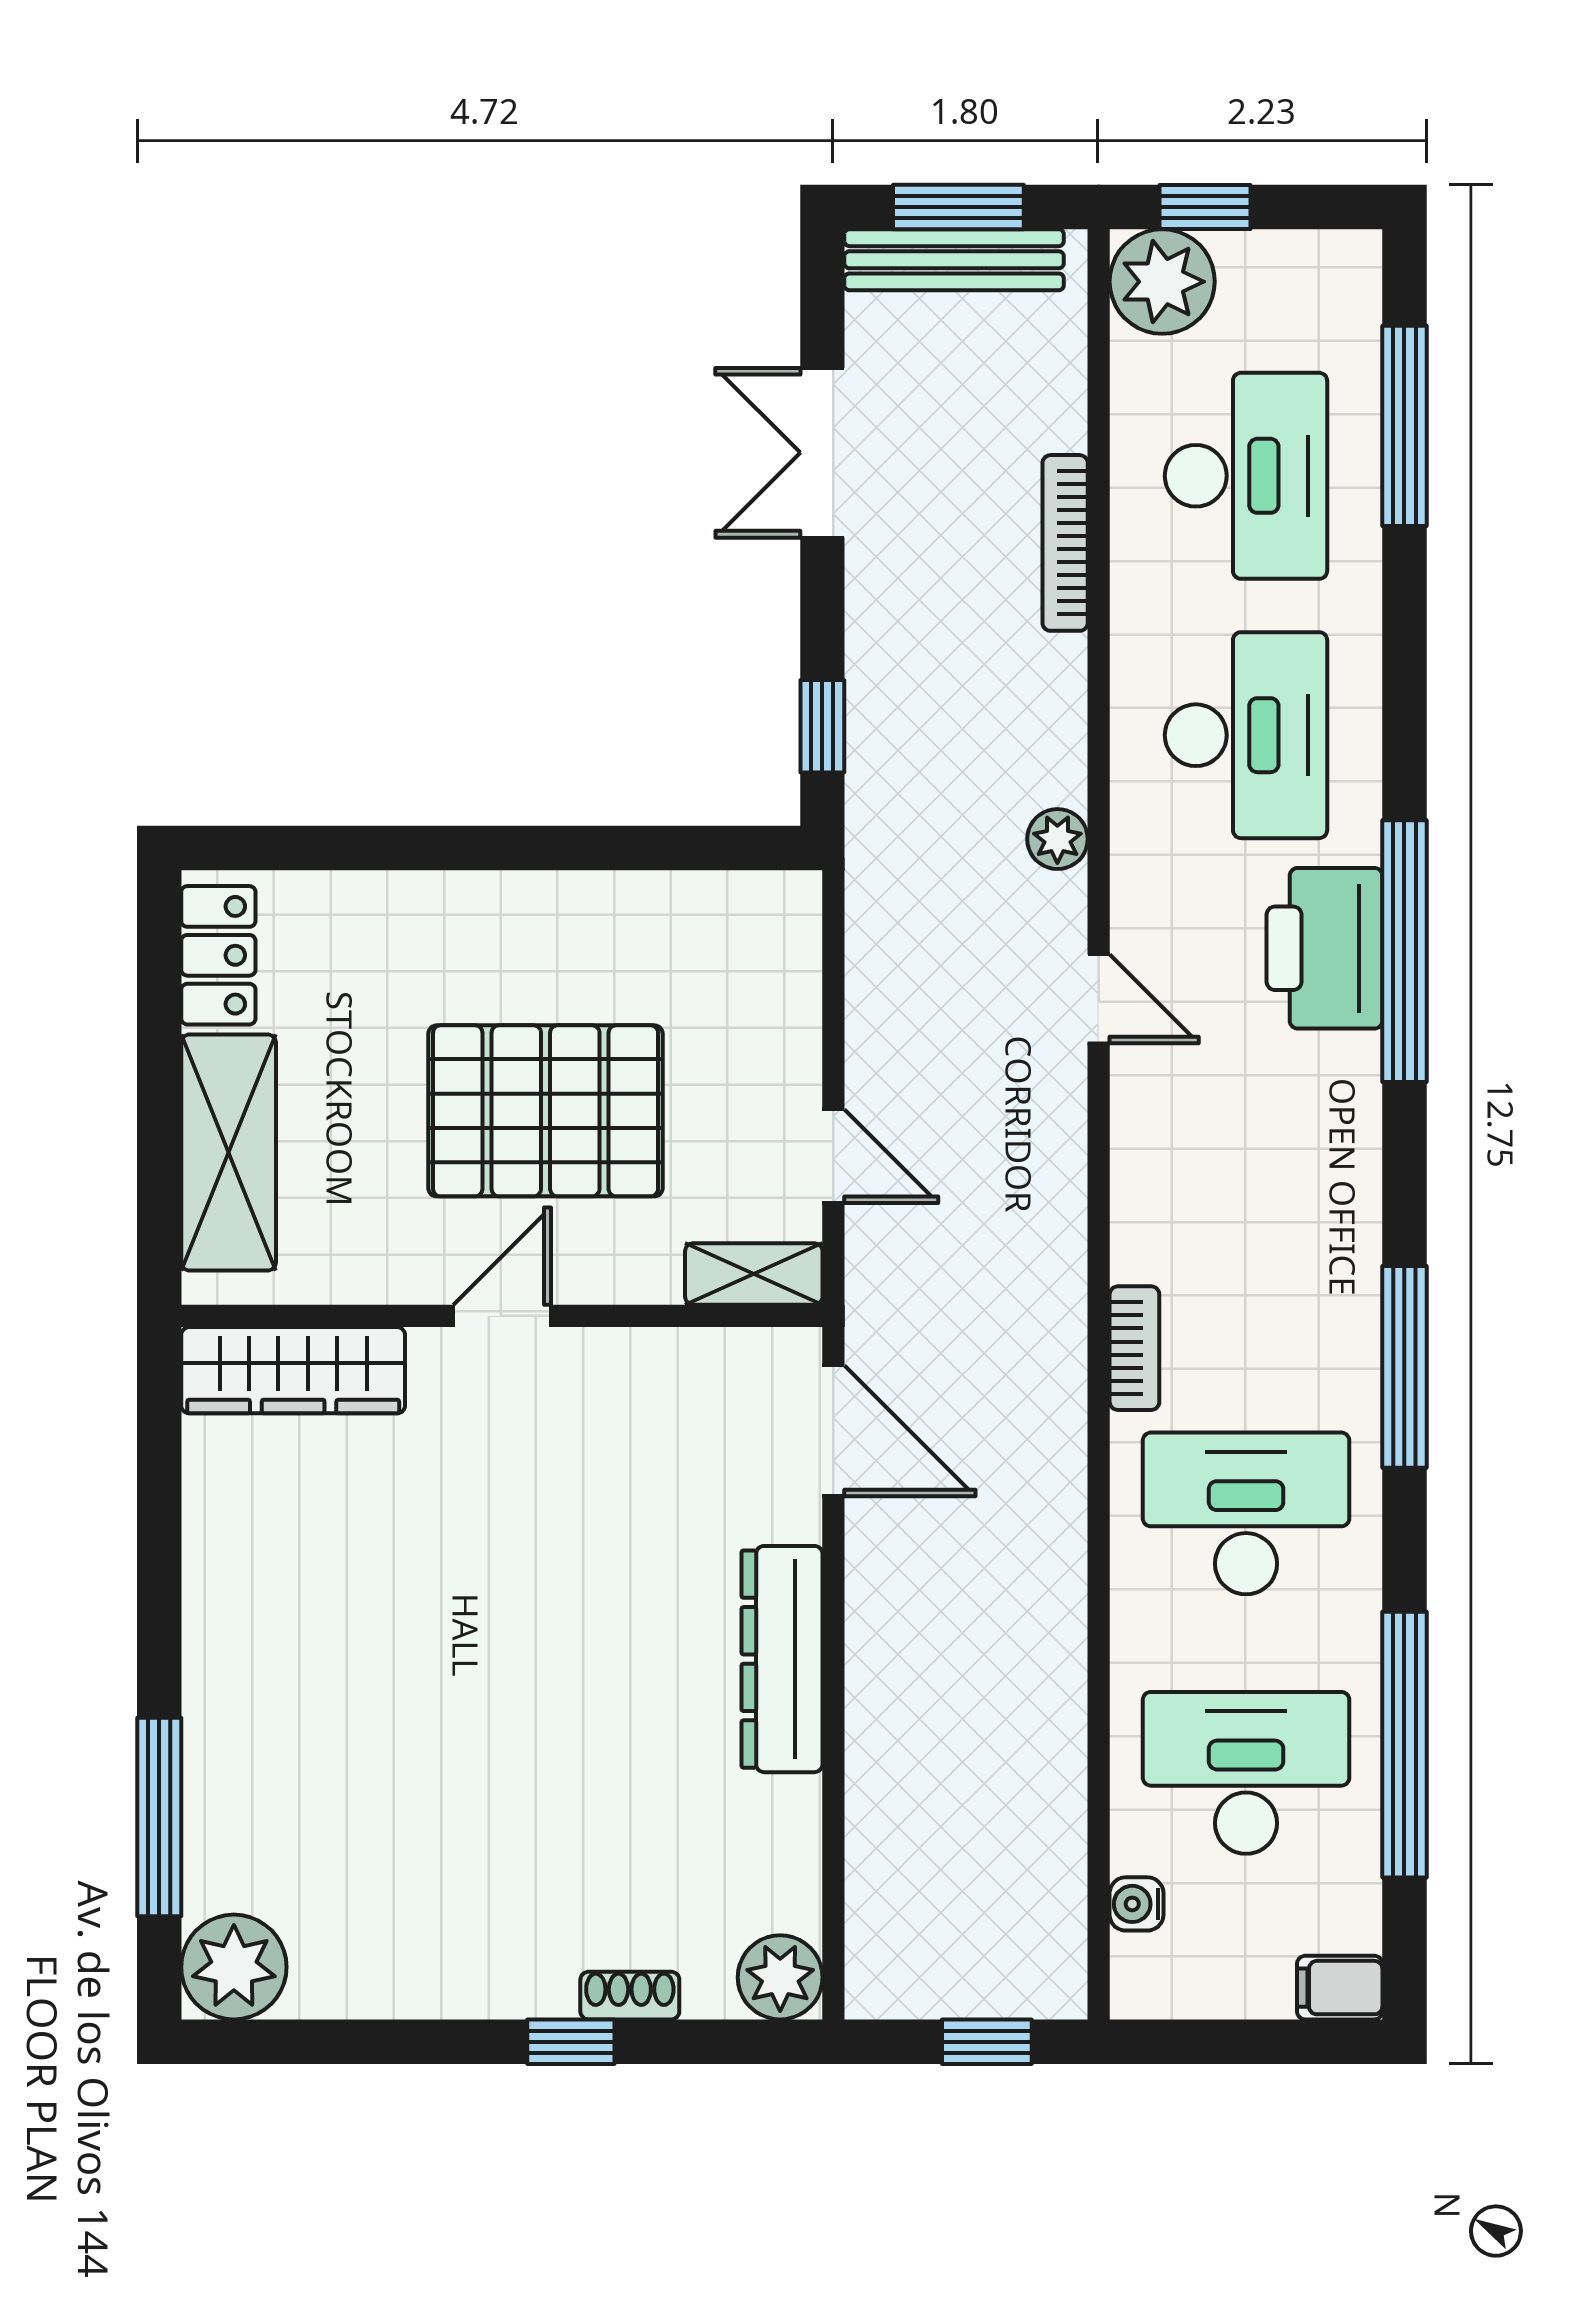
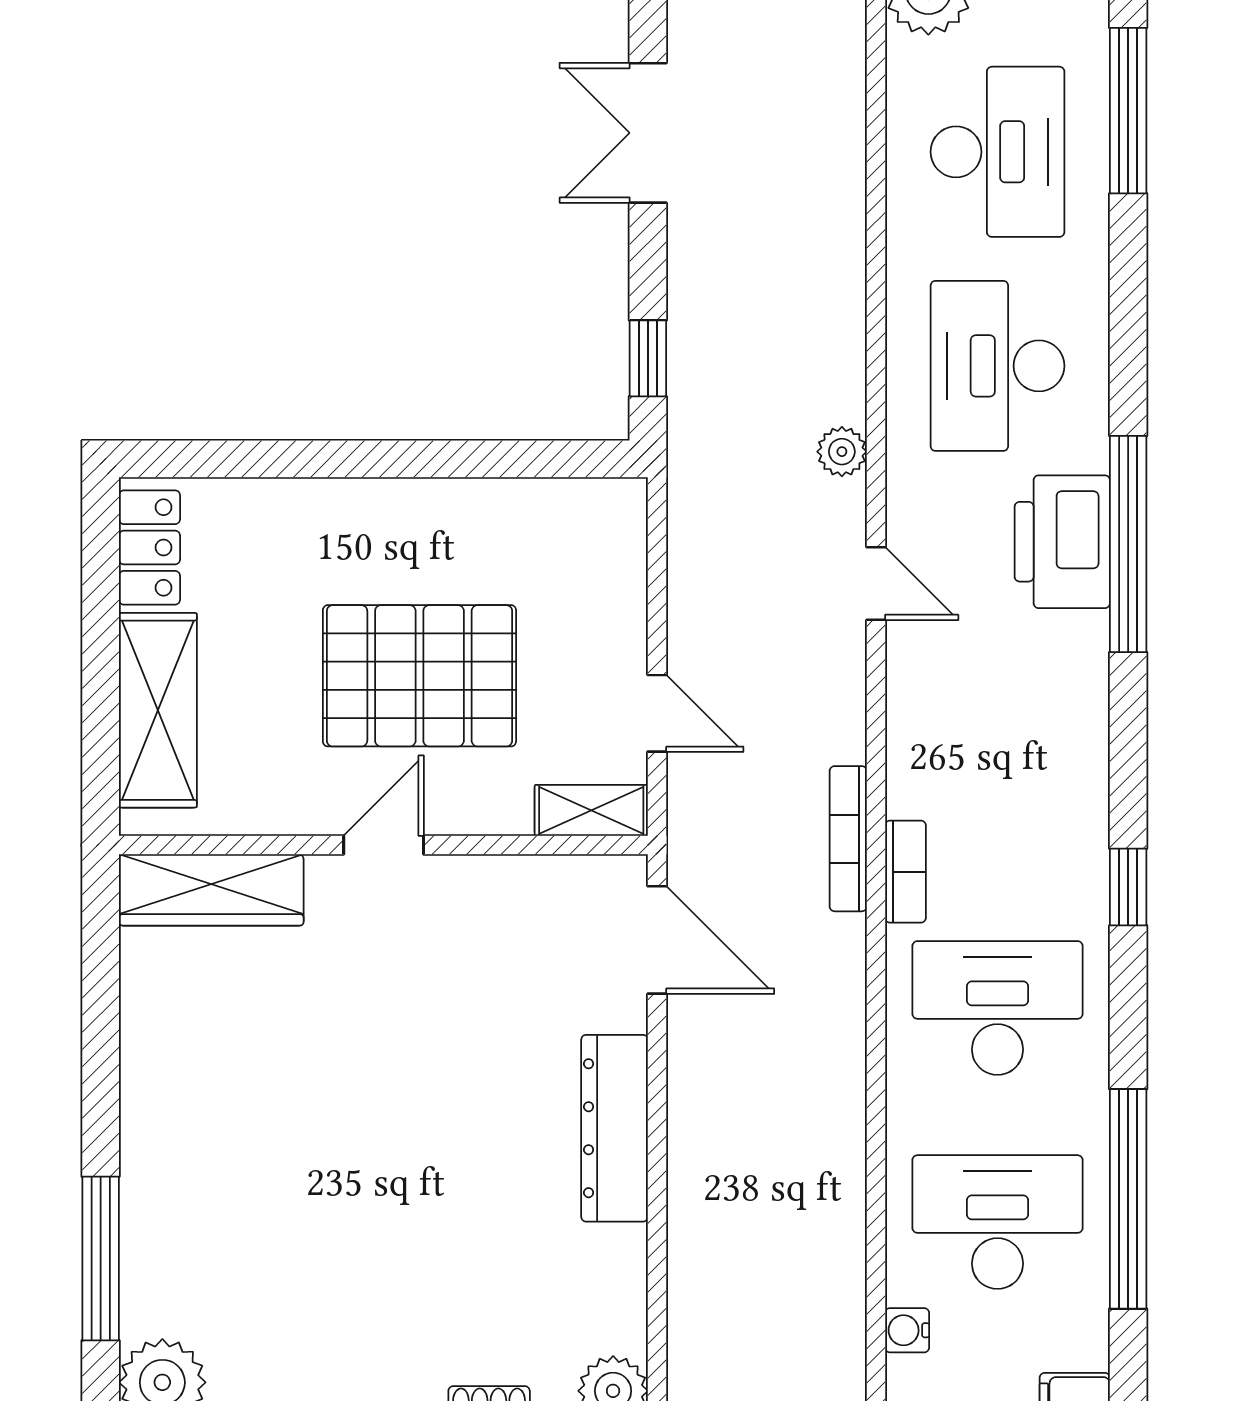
bookcase: (1065, 543) -> (848, 839), moved
desk: (1246, 735) -> (997, 366), turned 180
window: (1404, 1367) -> (1128, 887), width x0.46

